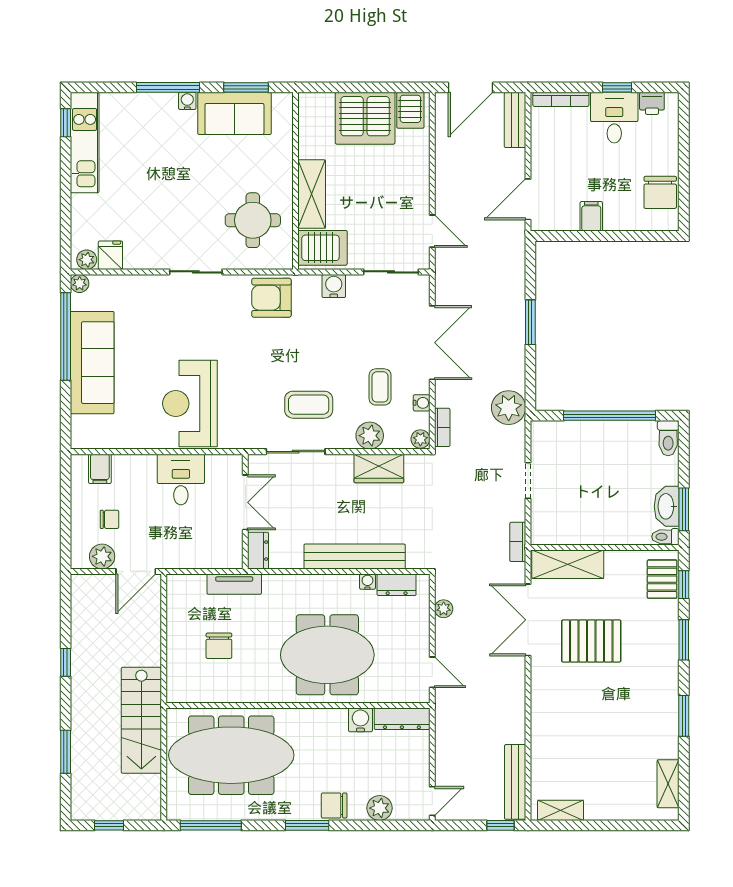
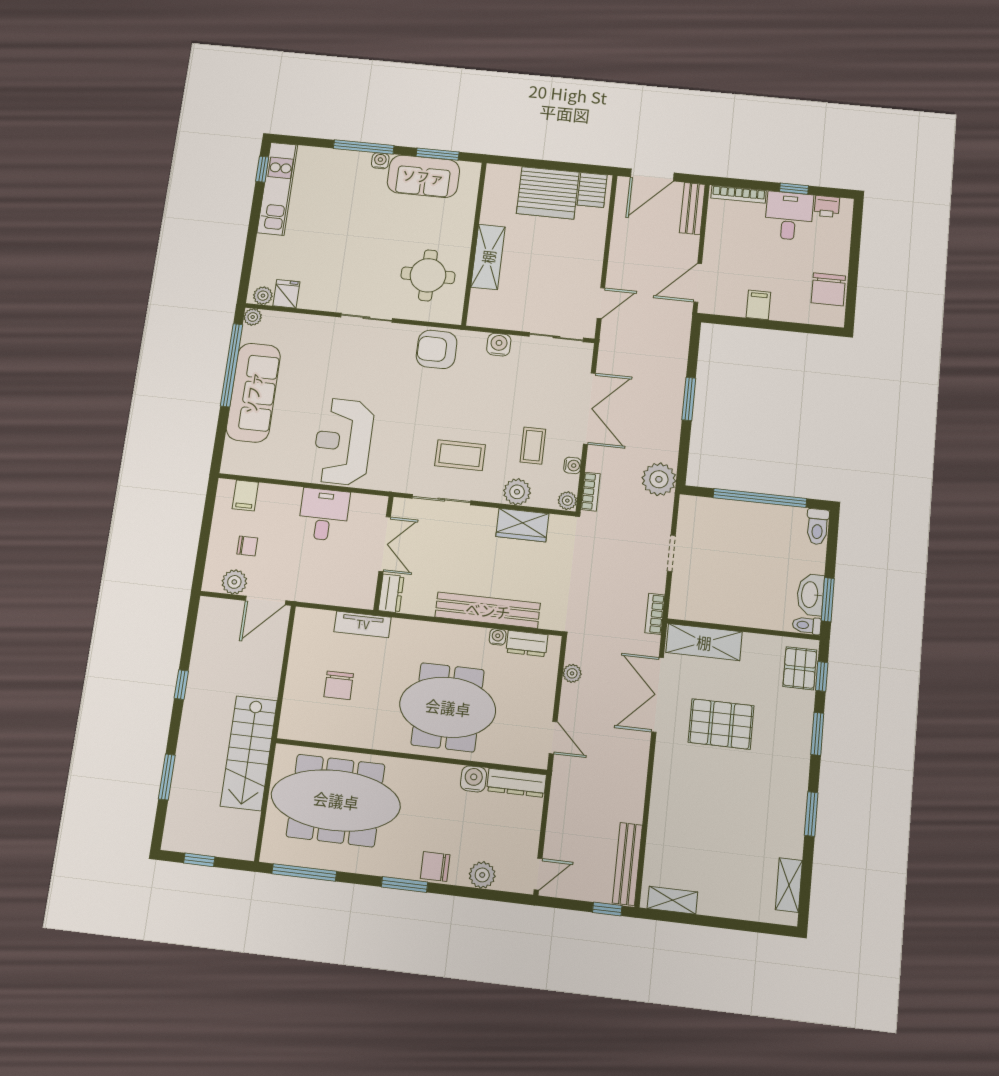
door: (432, 231) -> (601, 303), hinge flipped
server rack: (323, 248) -> (492, 308), removed

